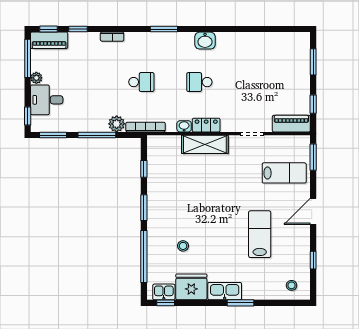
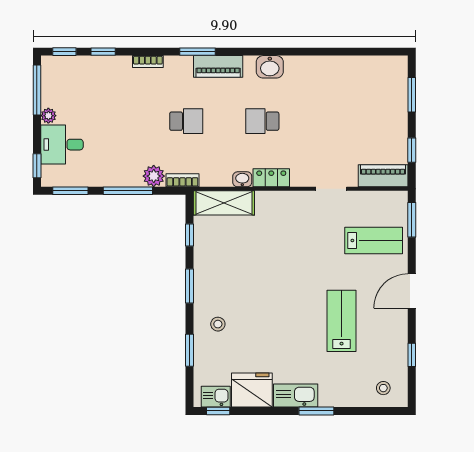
window: (164, 29) -> (198, 52), moved
piano: (49, 40) -> (218, 66), moved
bookcase: (146, 127) -> (182, 180), width x0.64
shelving: (205, 144) -> (224, 203), moved
stool: (183, 246) -> (218, 324), moved
window: (144, 257) -> (190, 350), width x0.47

